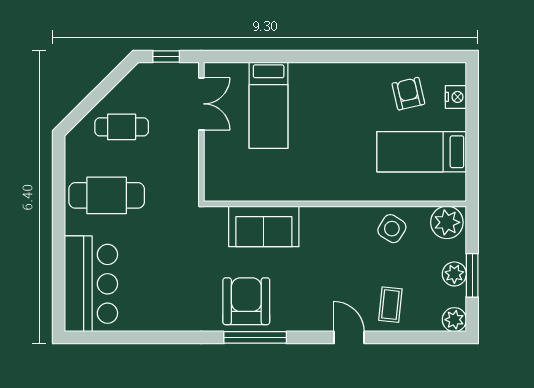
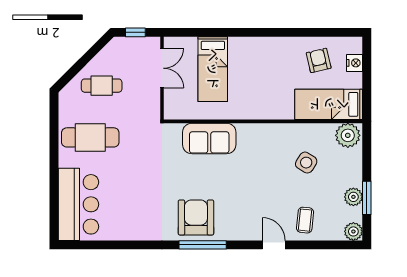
wall: (335, 204) -> (263, 121), moved
plant: (447, 222) -> (348, 135), moved
sofa: (264, 226) -> (209, 138), moved

